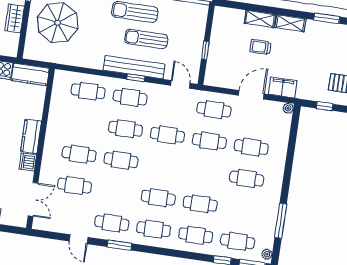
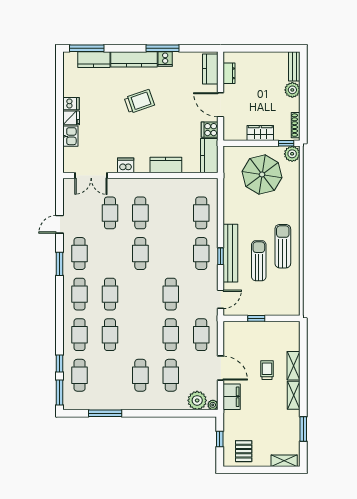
cafe table: (126, 129) -> (171, 254), removed
kitchen counter: (31, 136) -> (166, 165), moved
plant: (267, 254) -> (197, 400), moved, width x1.88, depth x1.88

